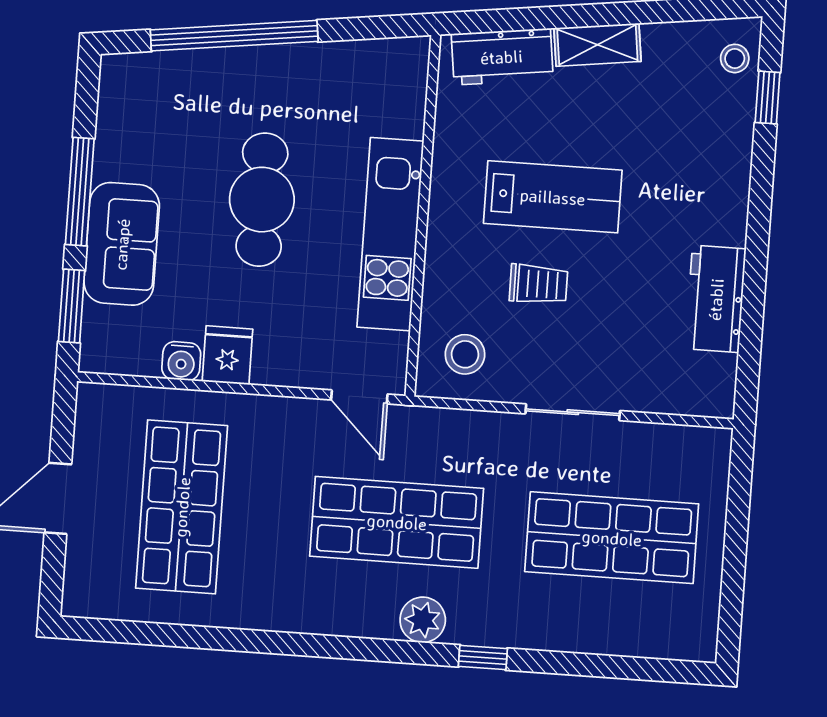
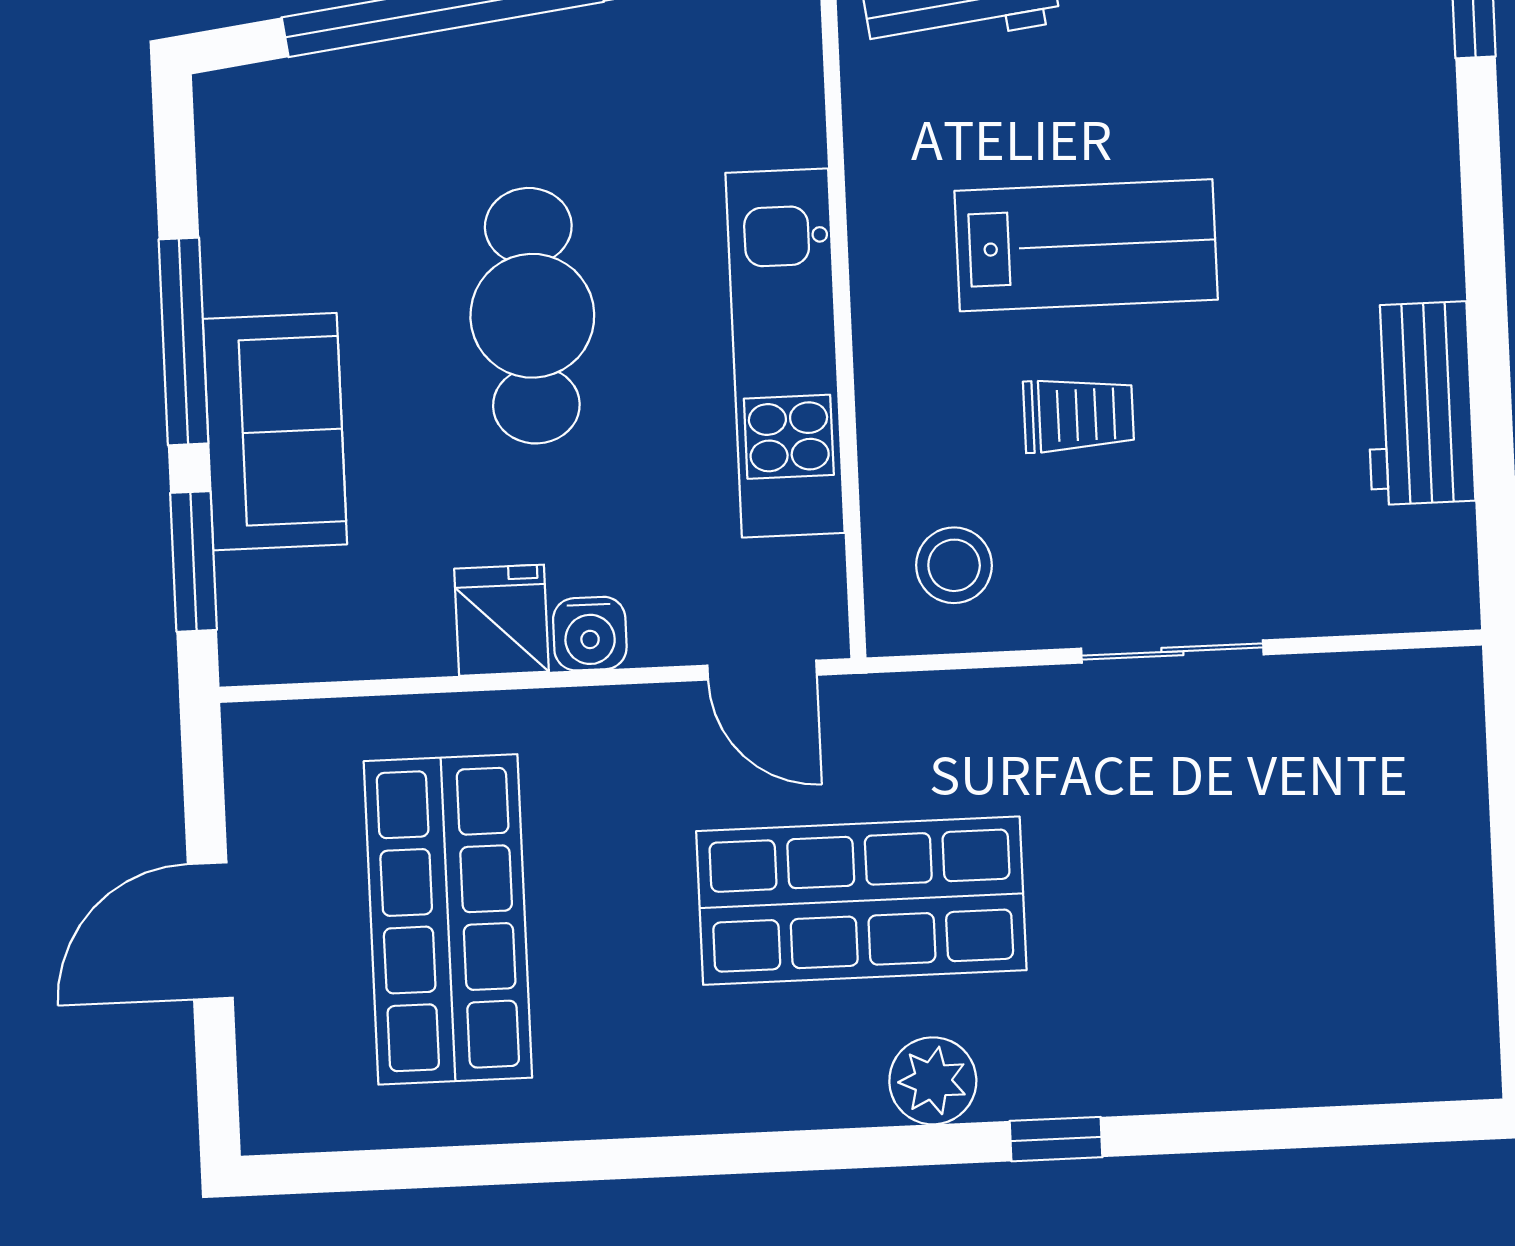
water cooler: (181, 361) -> (590, 634), moved
shop shelf: (612, 538) -> (1275, 882), removed

